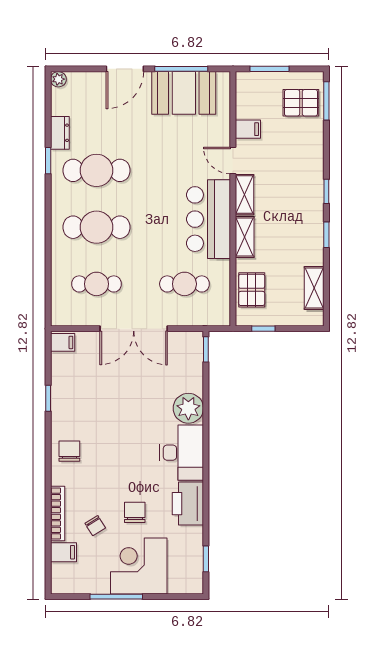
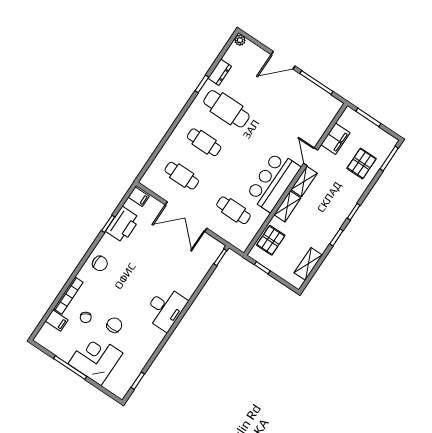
booth: (184, 93) -> (308, 98), removed
pallet: (301, 103) -> (362, 163), moved, turned 90
filing cabinet: (248, 129) -> (336, 139), width x2.00
cafe table: (97, 227) -> (204, 142), width x0.73, depth x0.74
plant: (188, 408) -> (187, 285), removed
chair: (69, 451) -> (100, 263), turned 90
printer: (188, 504) -> (123, 225), moved, turned 180

